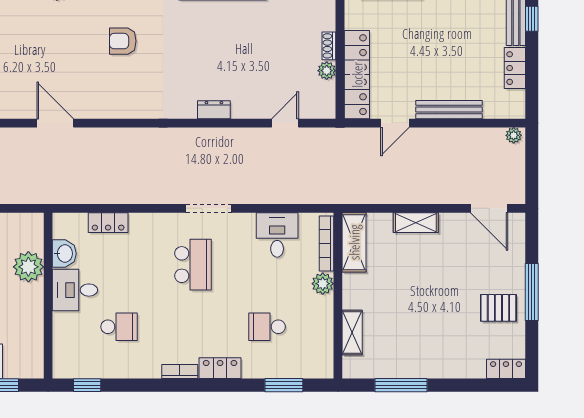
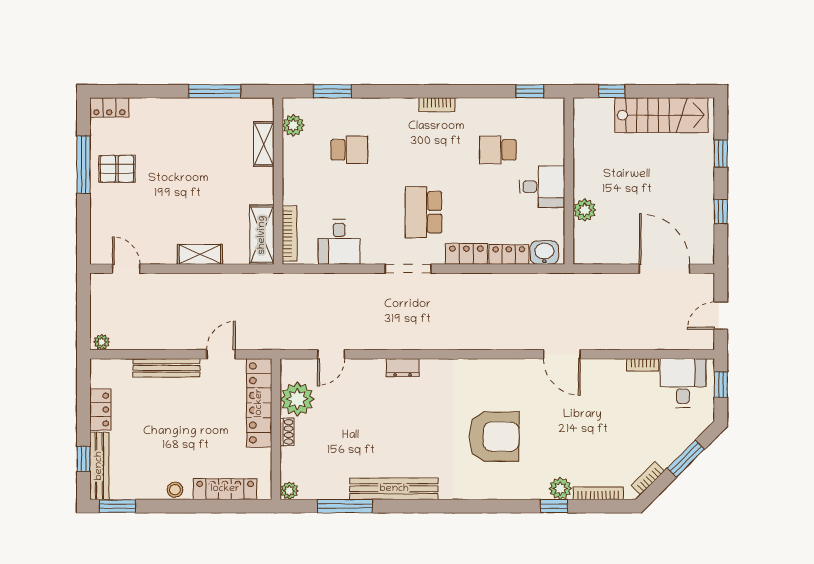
armchair: (123, 41) -> (494, 437), width x1.88, depth x1.88
plant: (327, 71) -> (297, 399), width x1.87, depth x1.87
door: (489, 208) -> (126, 269), width x0.73
washbasin: (64, 254) -> (544, 253), moved, turned 90
plant: (28, 267) -> (585, 210), width x0.73, depth x0.73
plant: (323, 284) -> (293, 125), moved
window: (532, 292) -> (83, 165), moved
locker: (220, 368) -> (466, 254), moved, turned 180

